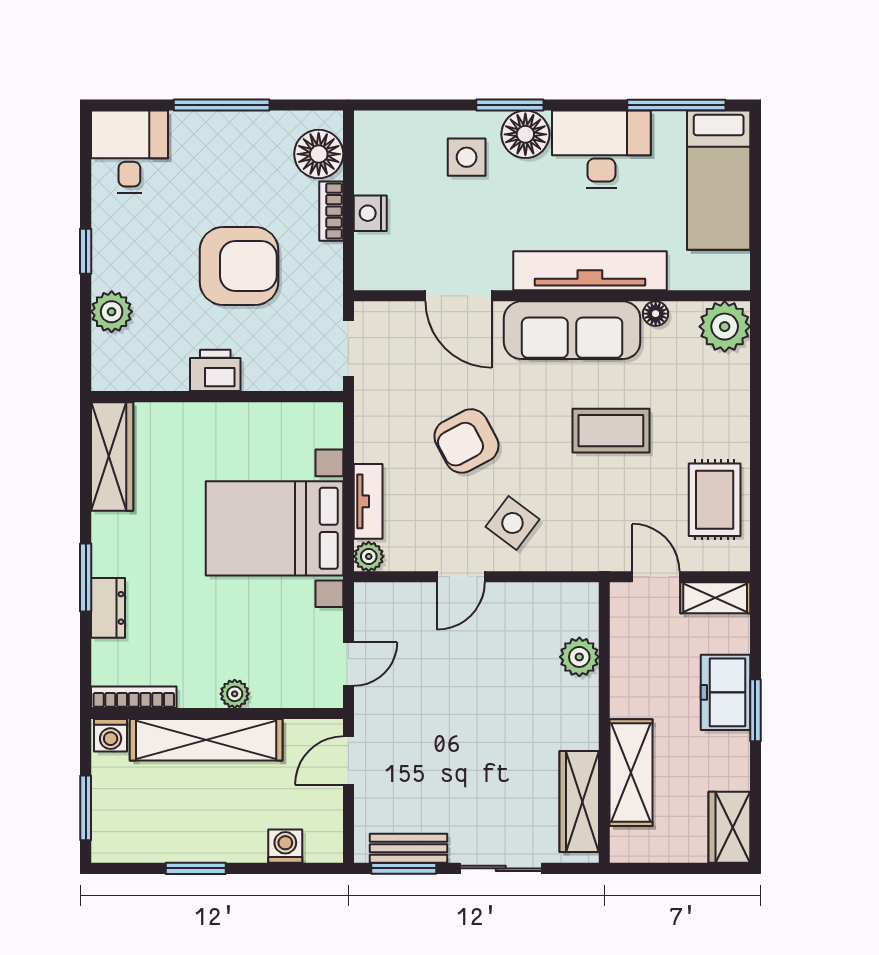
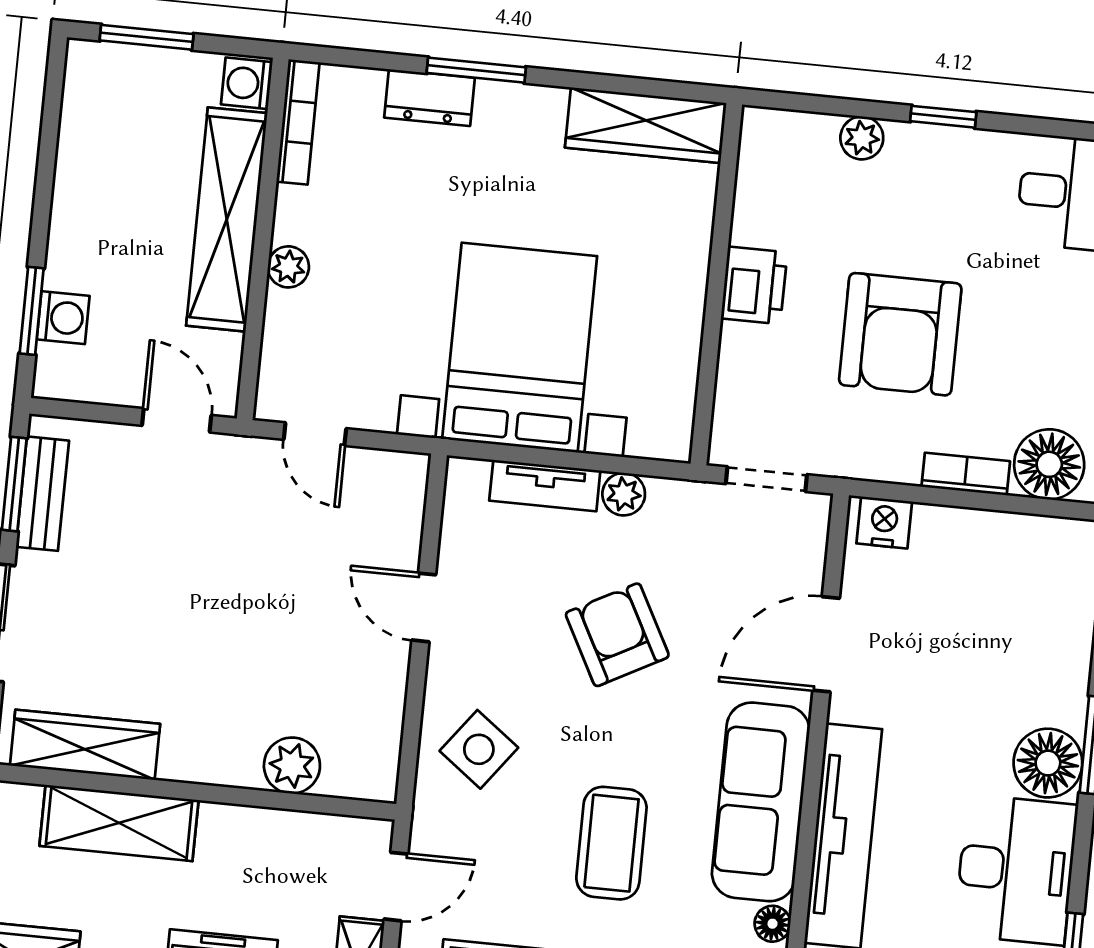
side table: (467, 157) -> (1023, 676), removed
nightstand: (370, 213) -> (884, 522), moved
plant: (112, 312) -> (862, 138), width x0.73, depth x0.73
side table: (512, 523) -> (479, 749), moved
plant: (369, 556) -> (624, 494), moved
window: (196, 868) -> (32, 311), moved

